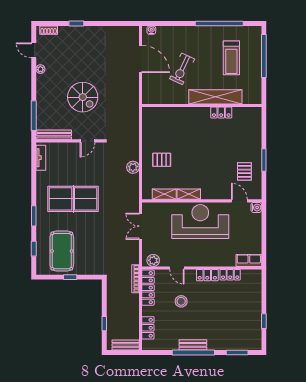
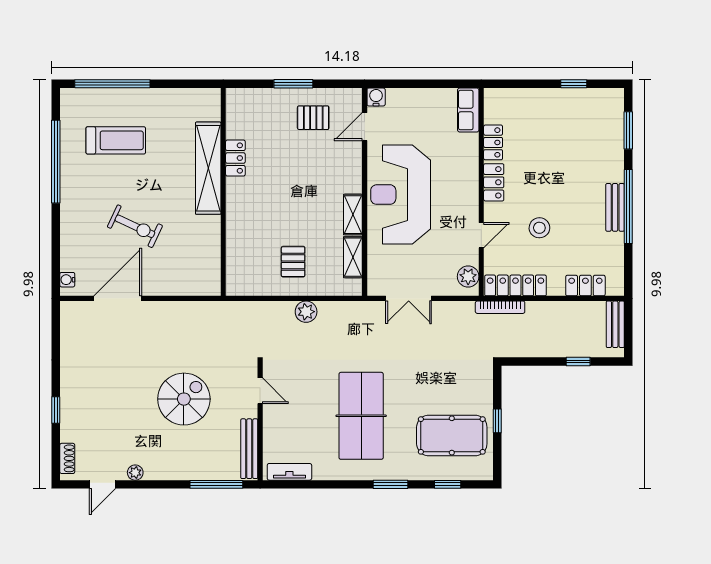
shelving: (215, 97) -> (208, 168), moved
wall: (202, 106) -> (223, 192), moved
locker: (221, 113) -> (235, 158), moved

